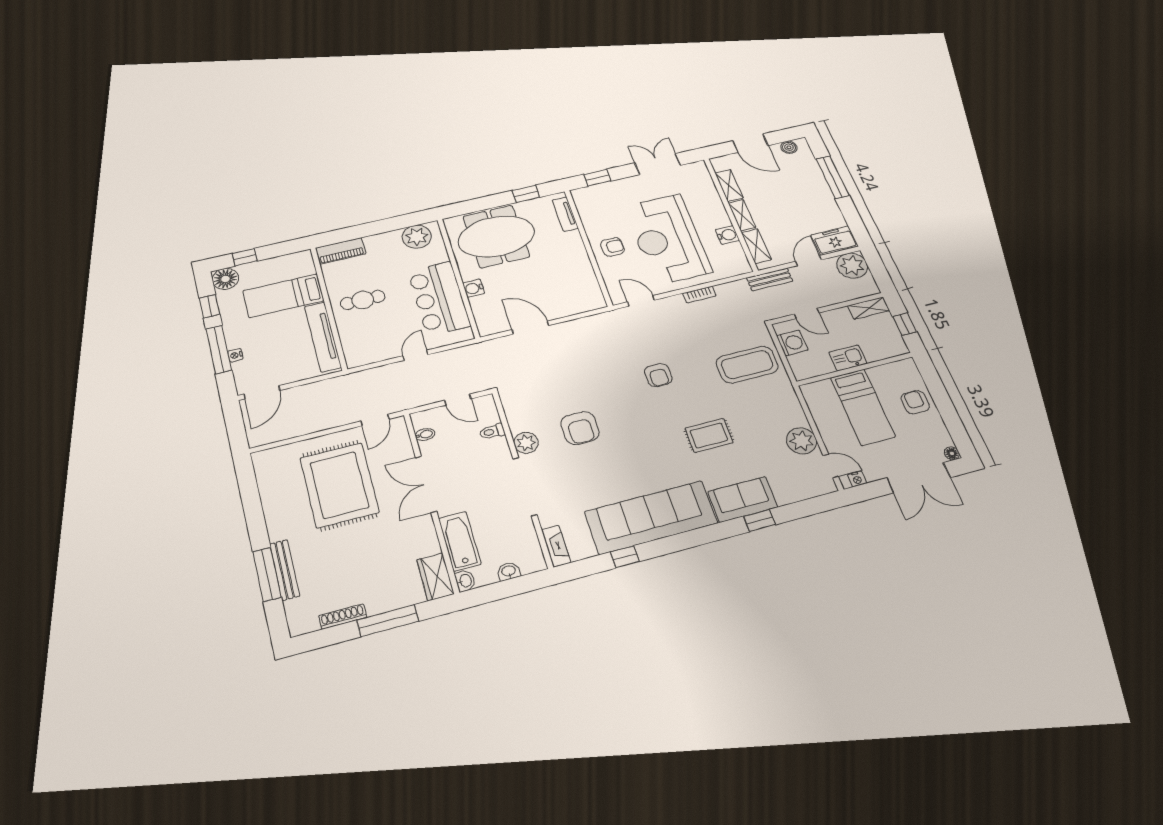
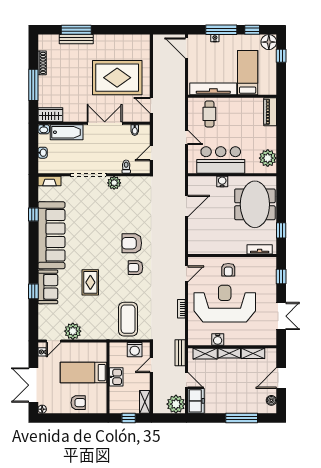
cafe table: (363, 300) -> (209, 114), moved
armchair: (580, 428) -> (132, 243), moved

